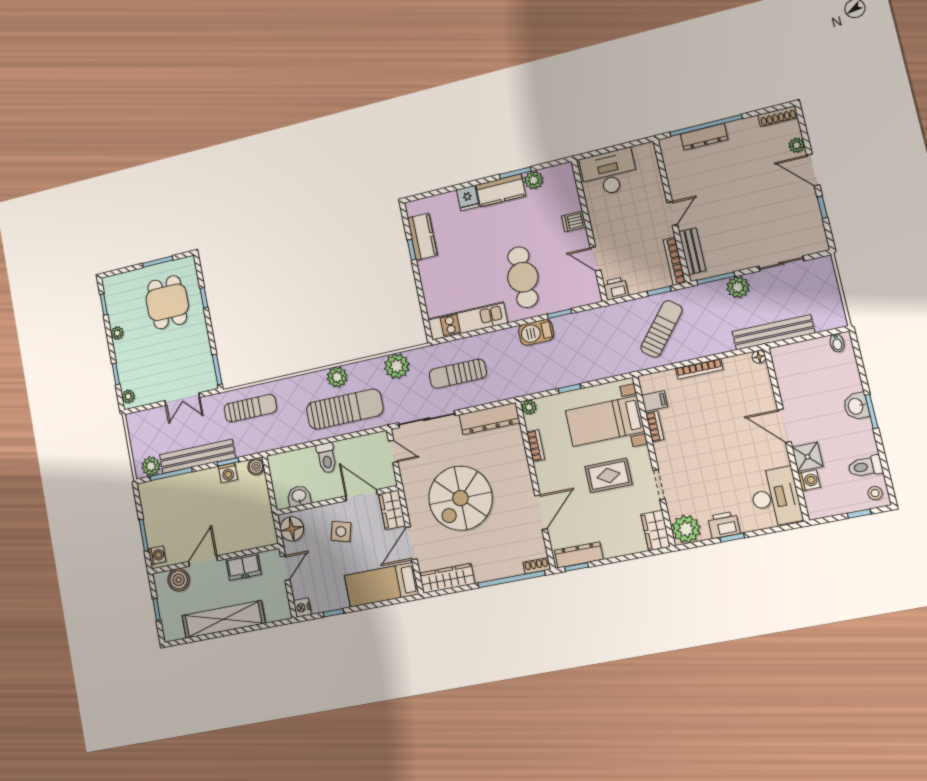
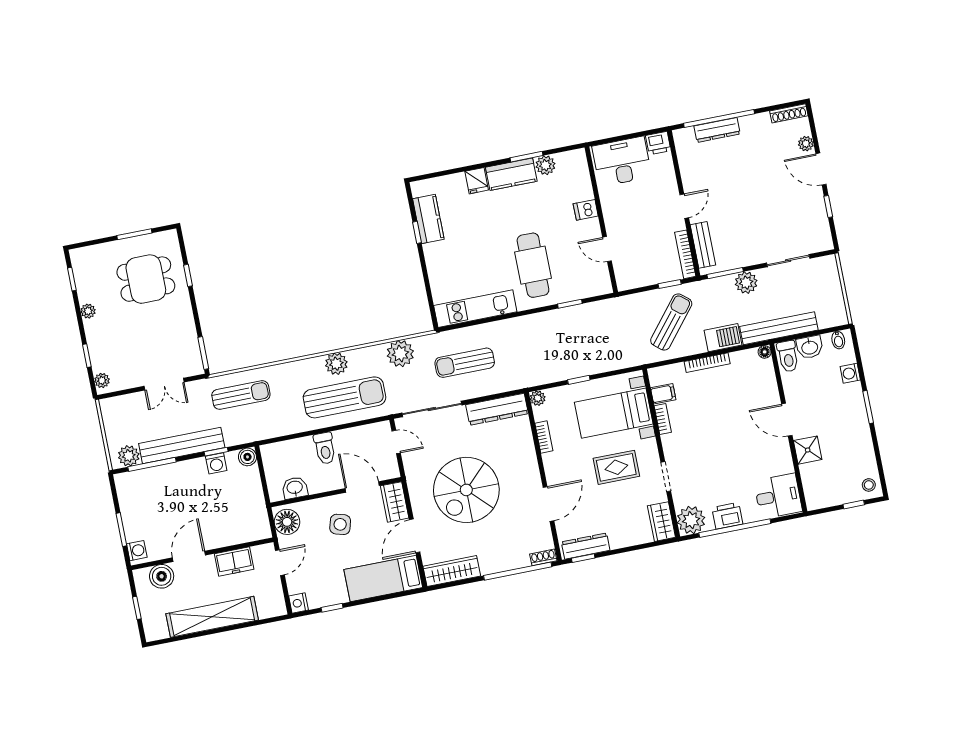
printer: (616, 289) -> (658, 143), moved, turned 180
dining table: (167, 302) -> (146, 279), turned 90
barbecue: (536, 332) -> (723, 338), moved, turned 180
washbasin: (856, 406) -> (810, 347), moved, turned -90
toilet: (865, 467) -> (788, 356), moved, turned -90
washing machine: (809, 480) -> (850, 373), moved, turned 180
desk: (775, 497) -> (778, 496), width x0.73
window: (732, 538) -> (735, 528), width x3.17

